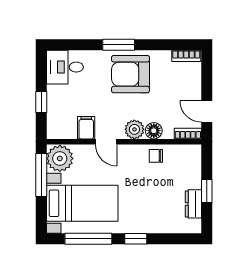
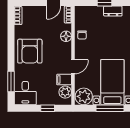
window: (119, 45) -> (11, 81), moved
plant: (134, 129) -> (65, 92), moved
window: (41, 175) -> (110, 108), moved

